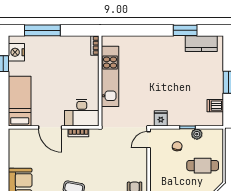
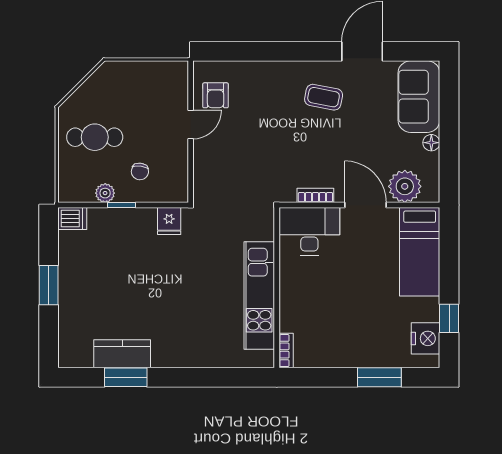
window: (42, 30) -> (379, 377), width x0.69
kitchen counter: (201, 44) -> (122, 354), moved
dishwasher: (215, 106) -> (72, 218), moved
plant: (28, 138) -> (405, 186), added
door: (149, 140) -> (191, 125), moved
floor lamp: (13, 162) -> (431, 143), added

